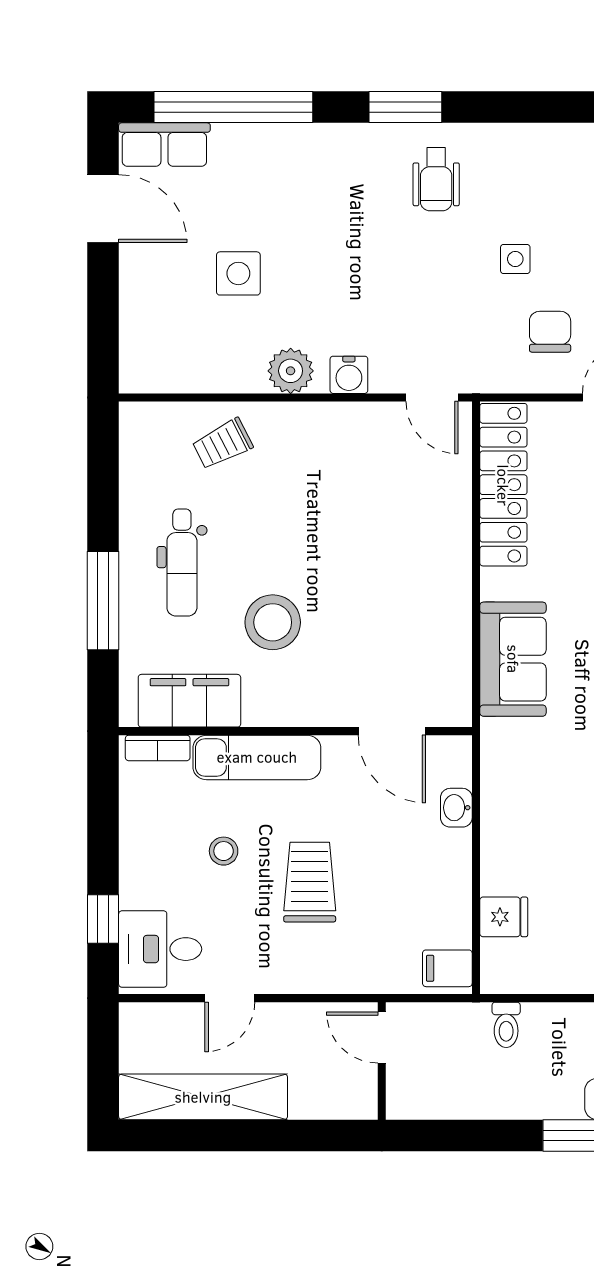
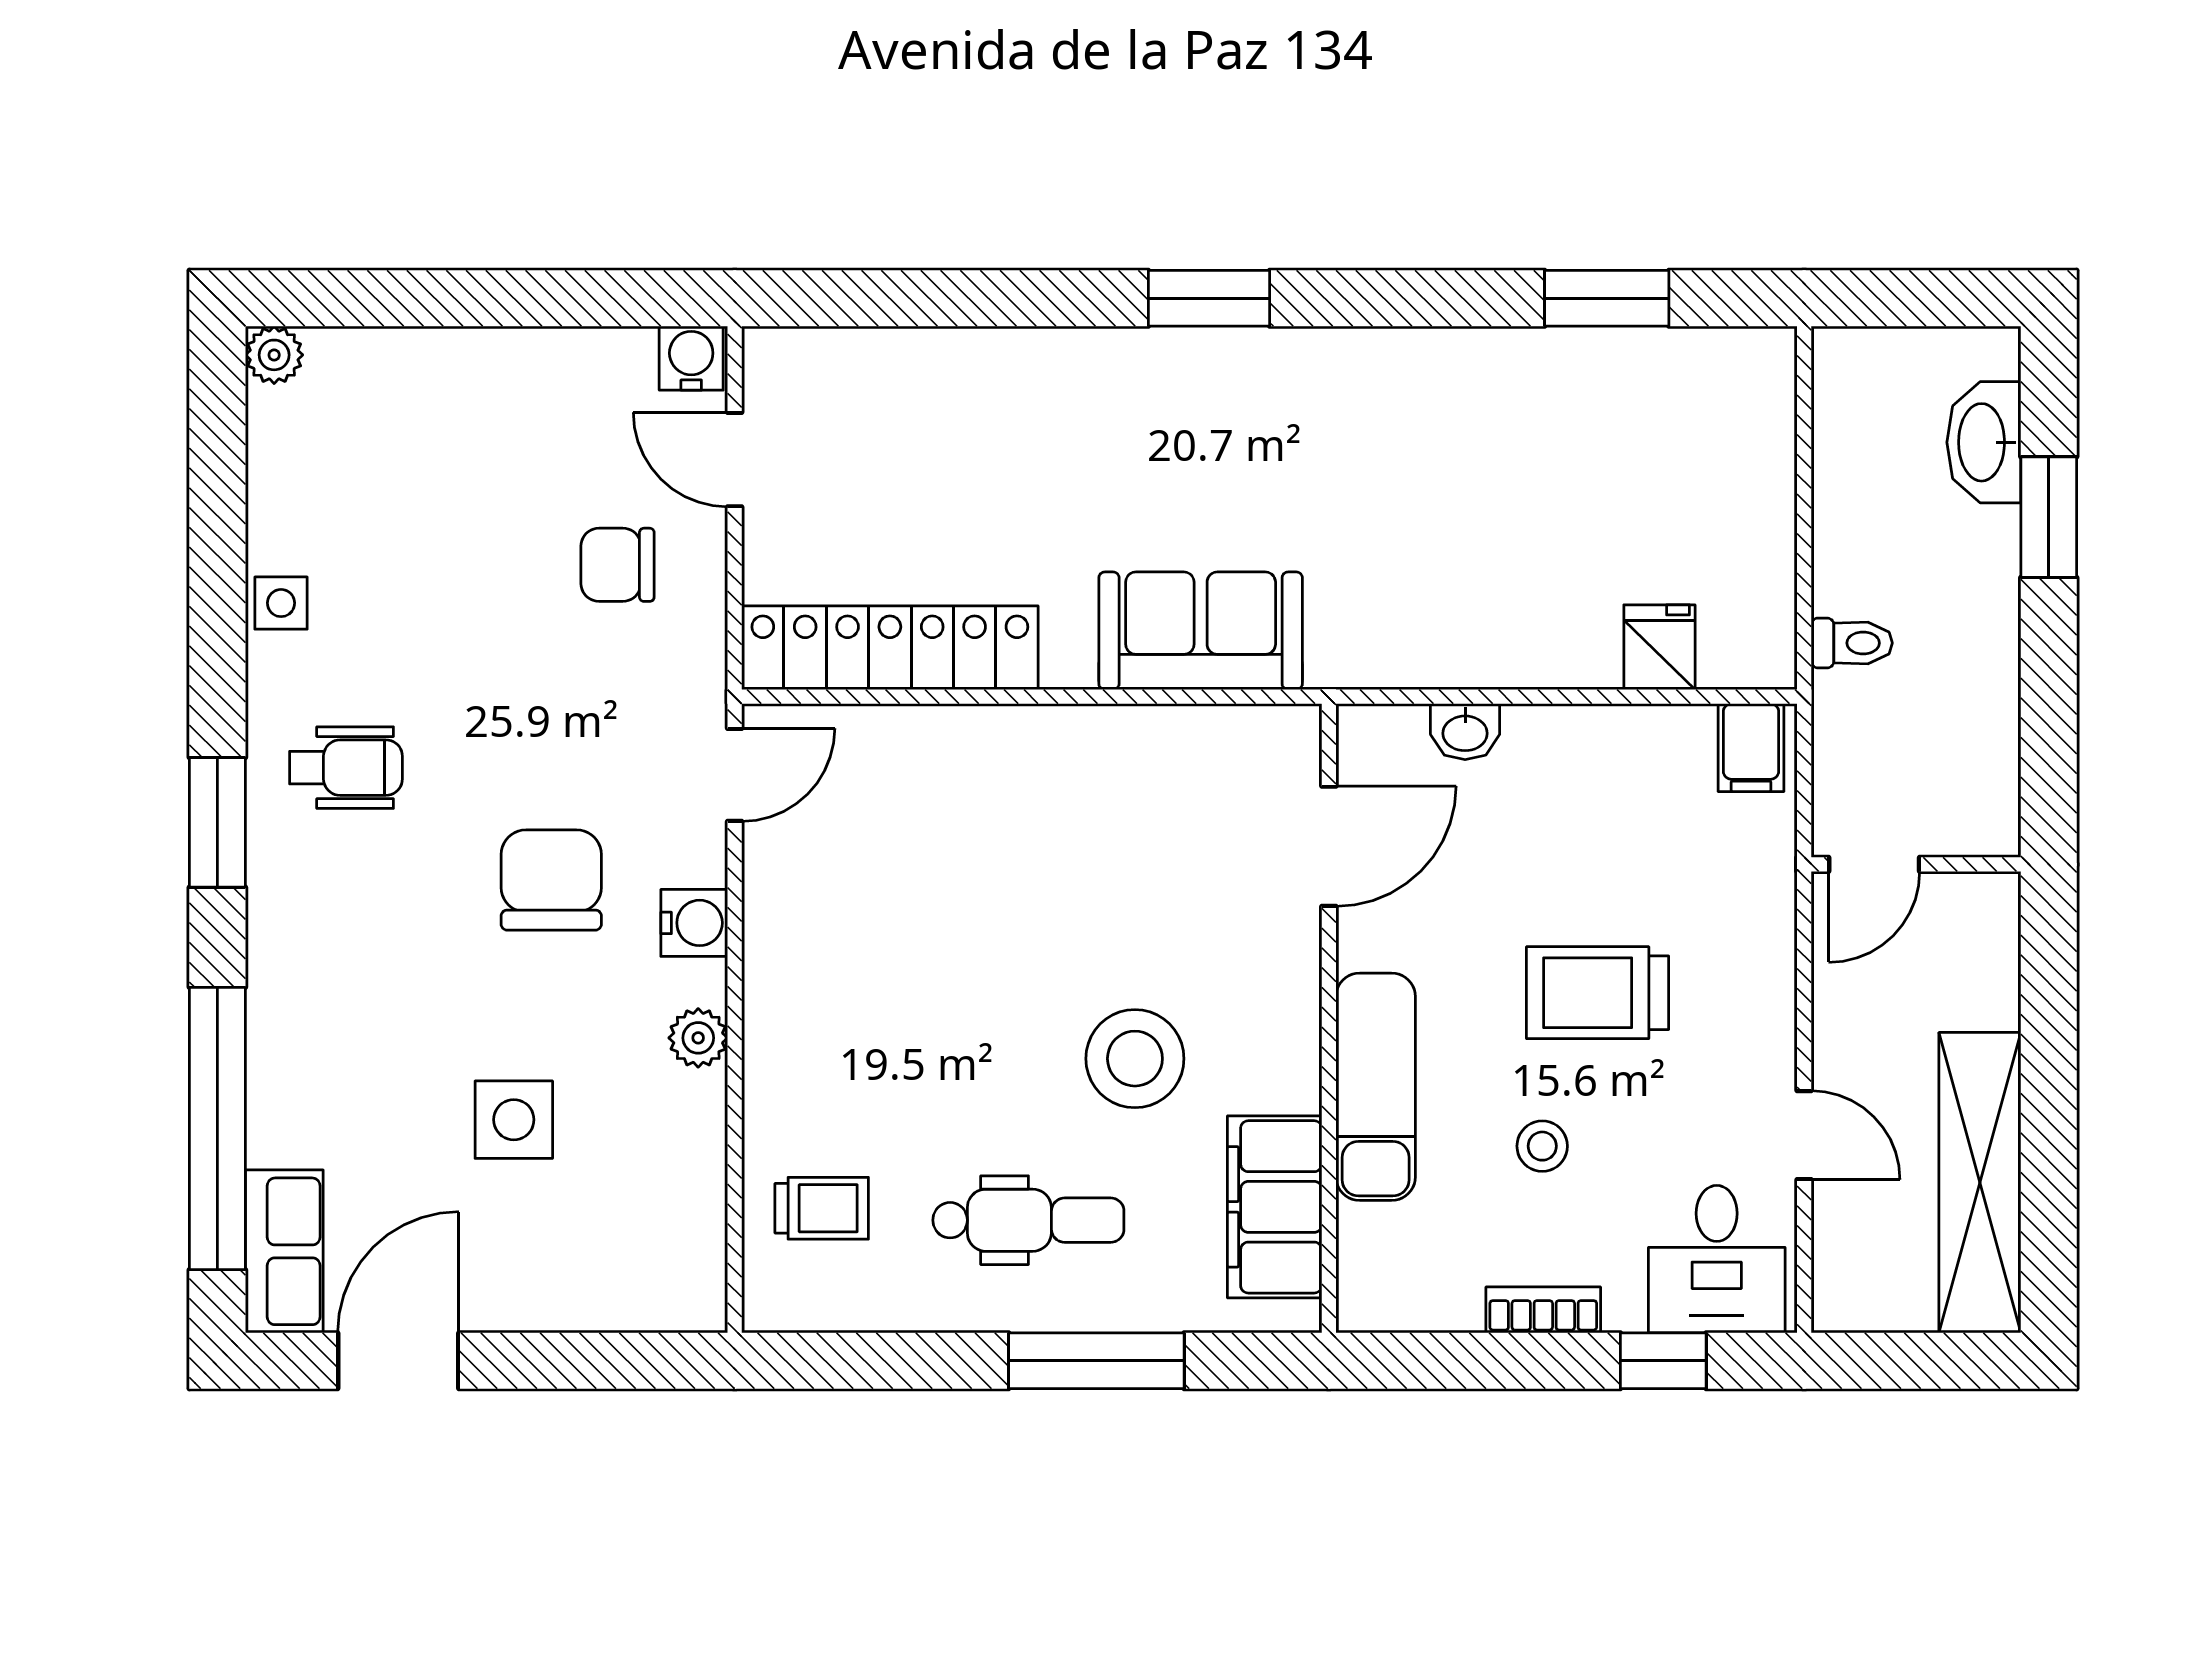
side table: (515, 259) -> (281, 603), moved
chair: (373, 295) -> (551, 880), added
plant: (291, 371) -> (698, 1038), width x0.73, depth x0.73
trolley: (223, 444) -> (822, 1208), moved, turned -63
bookcase: (158, 748) -> (1543, 1310), moved, turned -90

